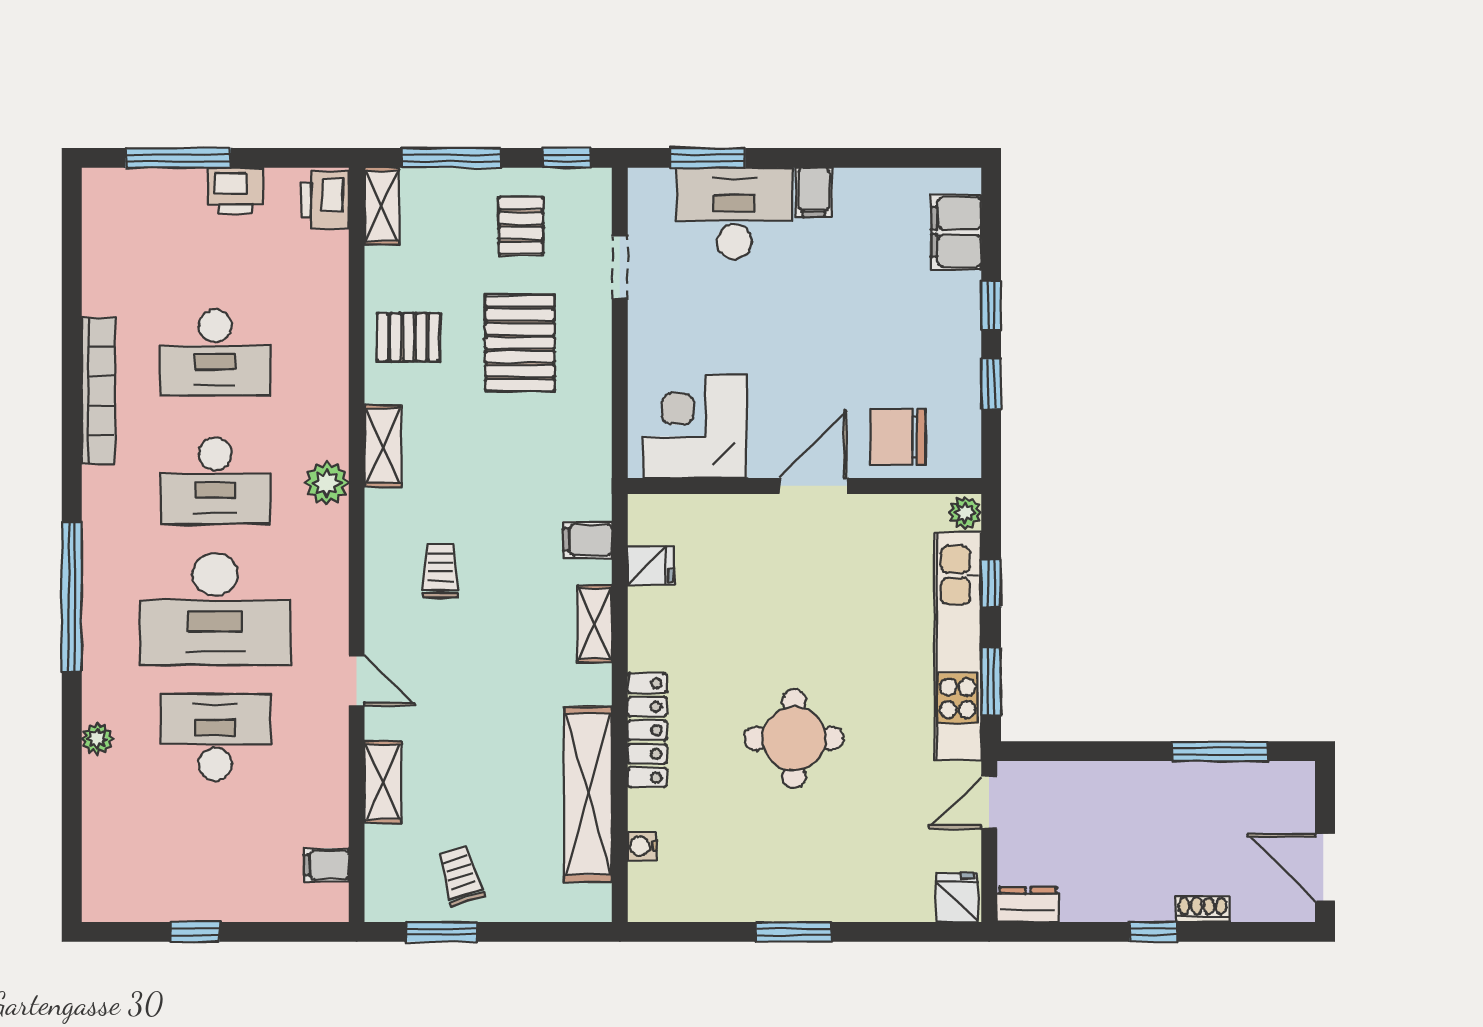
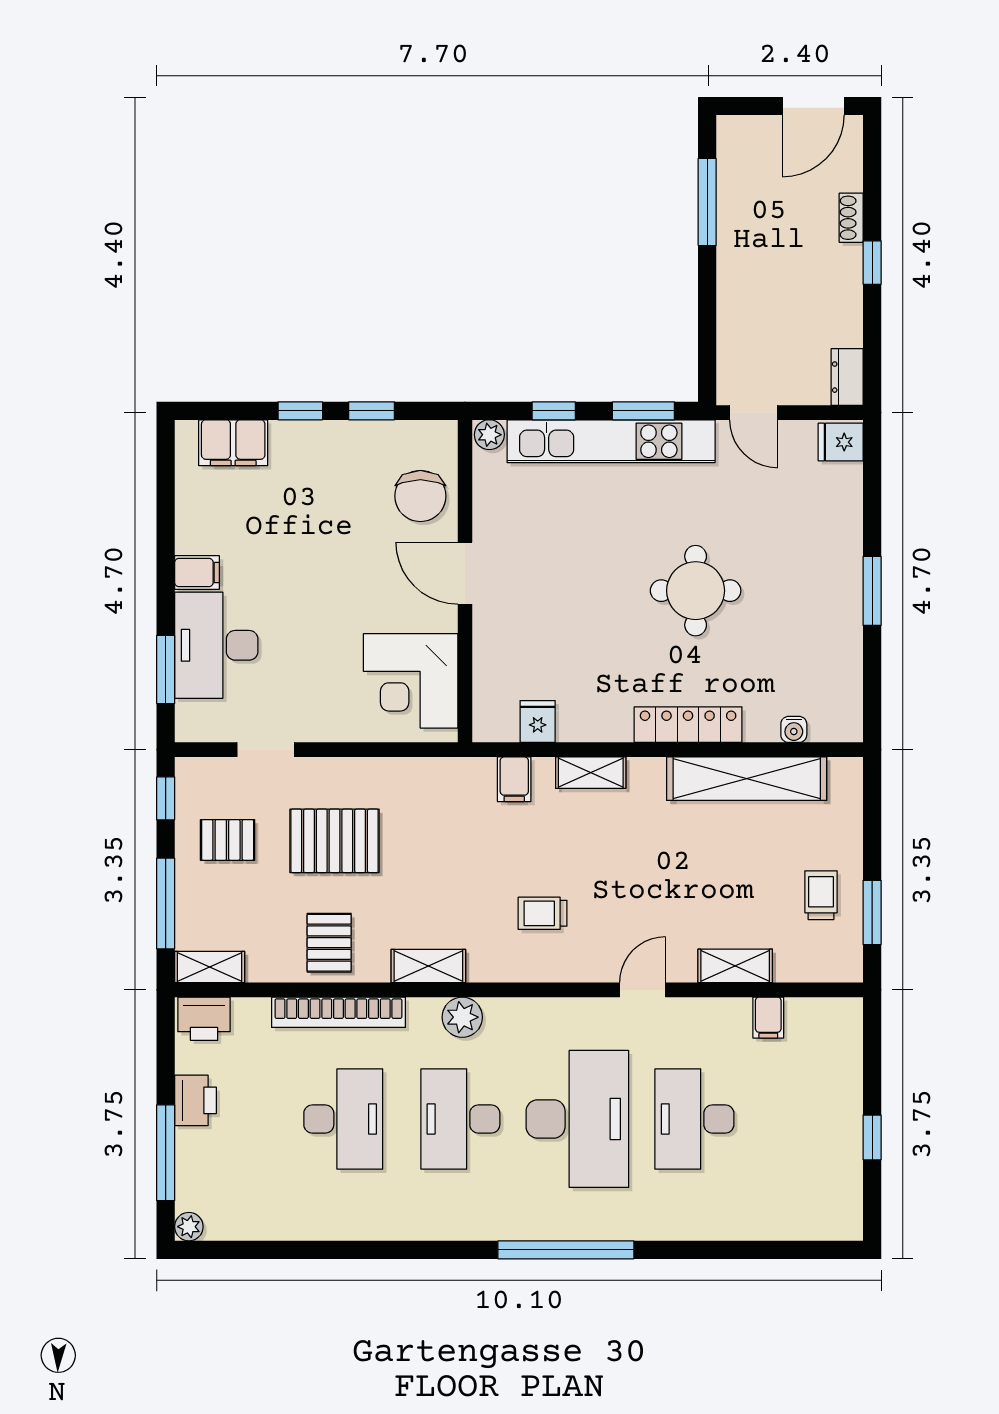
bookcase: (98, 391) -> (338, 1012), moved, turned 180
desk: (215, 481) -> (460, 1119), turned 180
plant: (97, 739) -> (189, 1227), moved
filing cabinet: (326, 865) -> (768, 1018), moved
trolley: (460, 876) -> (821, 895), turned 107

